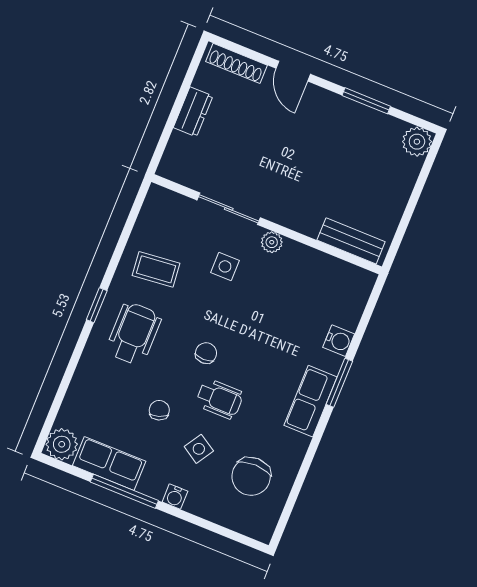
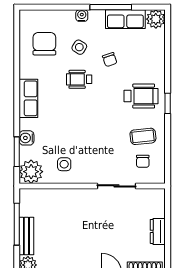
window: (409, 212) -> (17, 224), added
bench: (351, 241) -> (26, 236), moved, turned 90
plant: (272, 242) -> (31, 172), moved, width x1.88, depth x1.88
side table: (225, 266) -> (64, 164), moved
wheelchair: (134, 334) -> (141, 96), turned -90
chair: (206, 353) -> (143, 161), moved
window: (339, 383) -> (17, 152), moved

